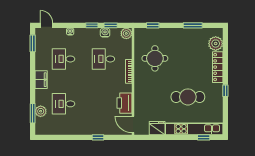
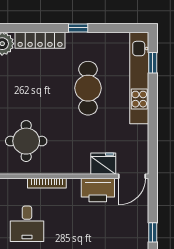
fridge: (157, 128) -> (103, 164), moved, turned 90

